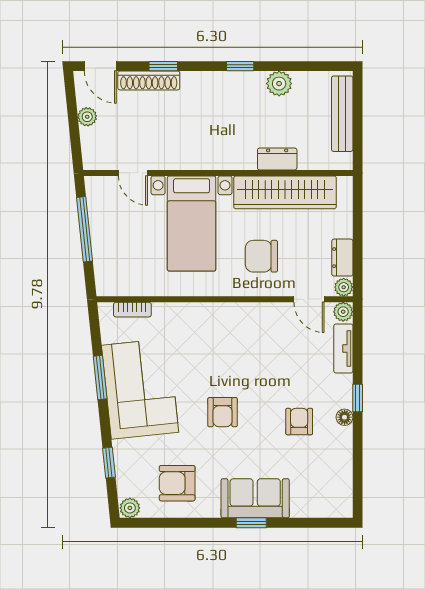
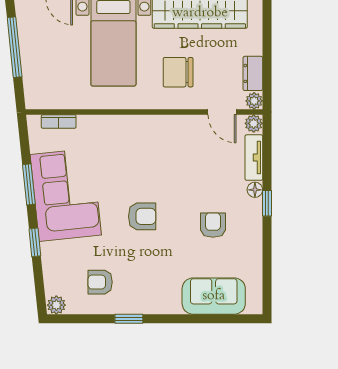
armchair: (223, 412) -> (142, 216), turned -90
floor lamp: (345, 417) -> (255, 190), moved
window: (109, 463) -> (35, 242), moved
armchair: (177, 483) -> (100, 282), width x0.72, depth x0.72
sofa: (255, 498) -> (214, 296), moved
window: (251, 523) -> (129, 319), moved

